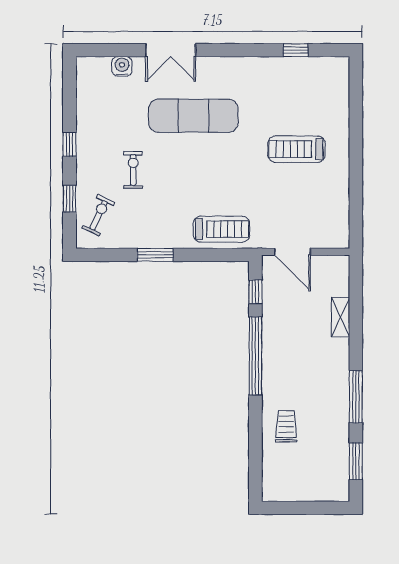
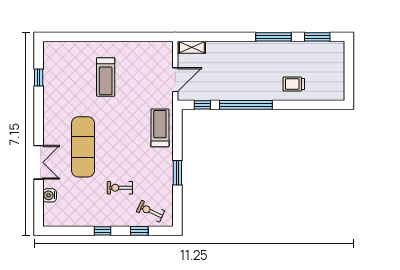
shelving: (340, 317) -> (192, 47), moved

